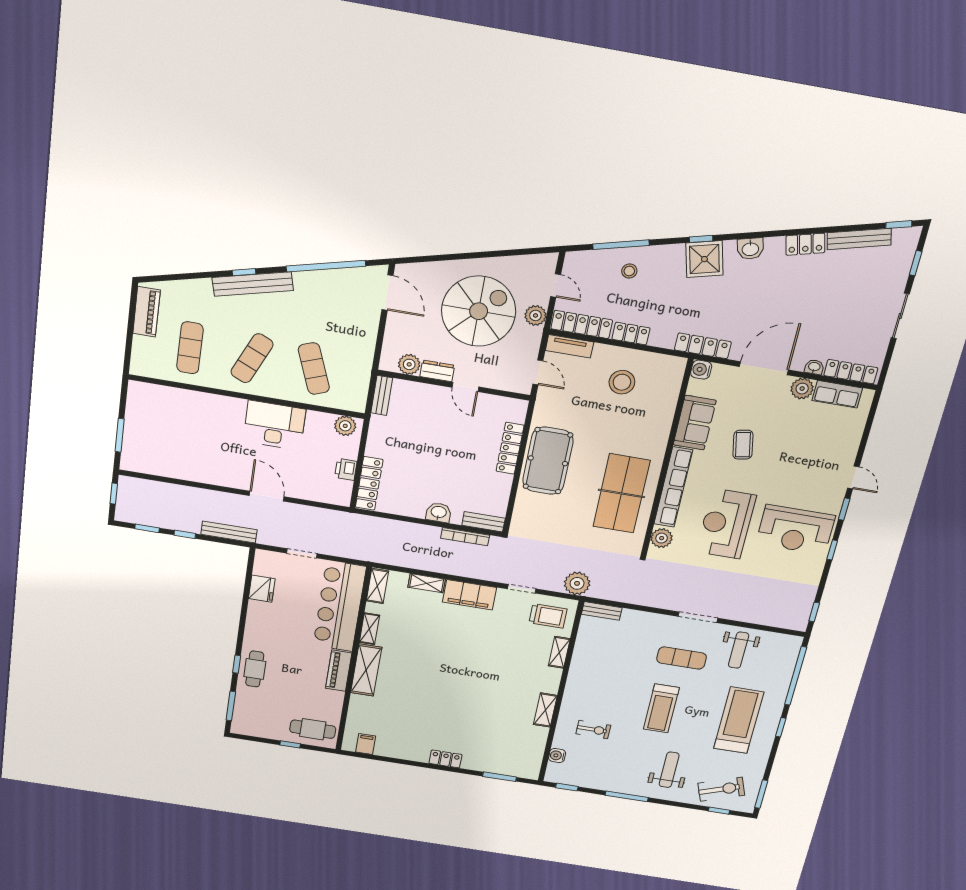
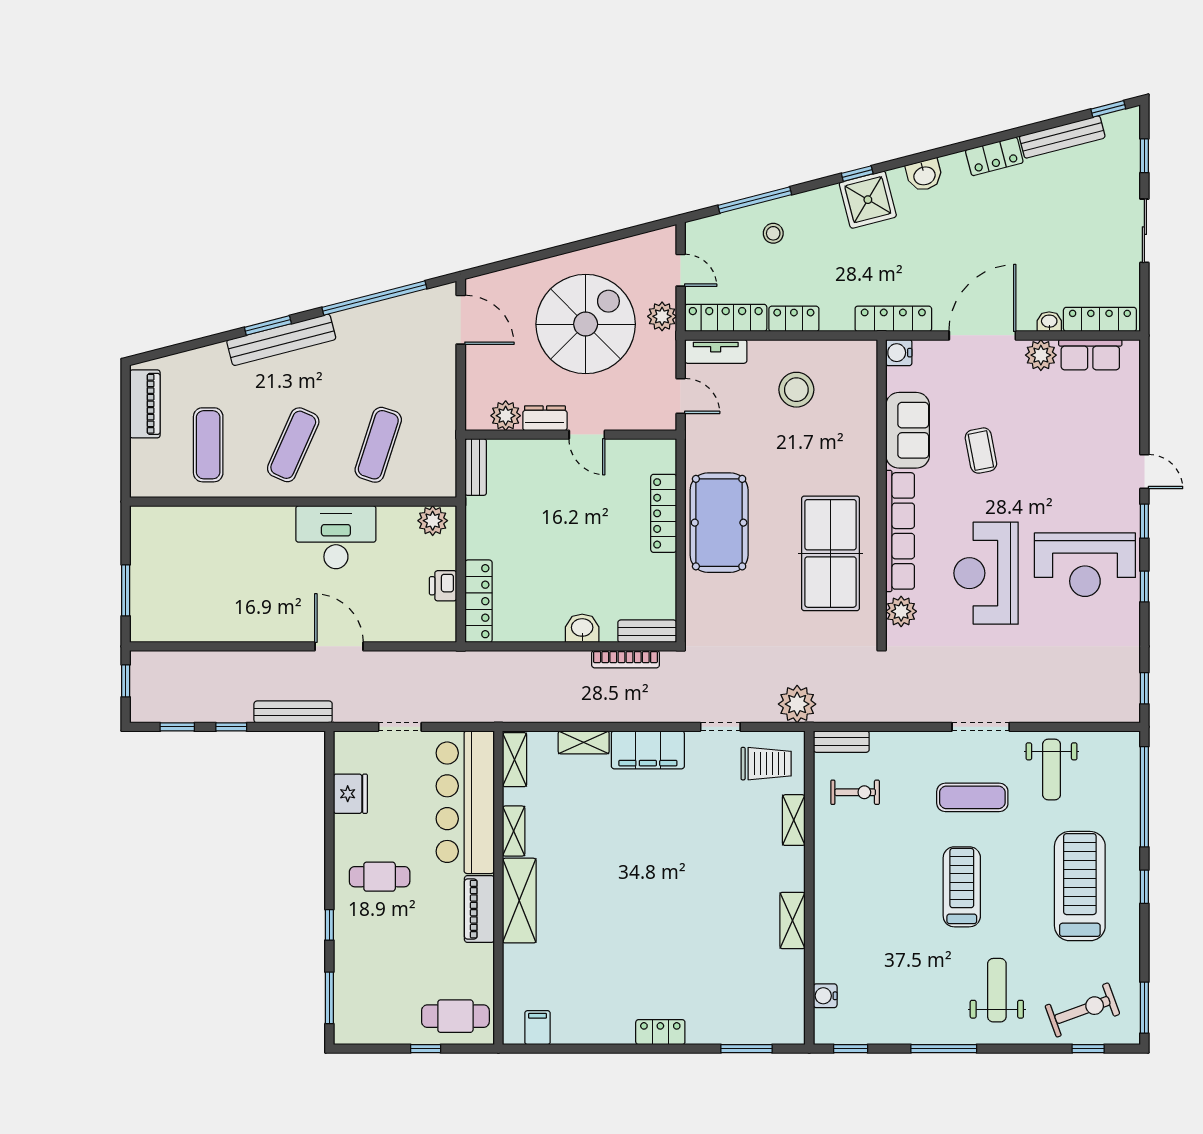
window: (244, 272) -> (268, 325), width x1.50
exercise mat: (314, 369) -> (378, 445), turned 39
cafe table: (255, 669) -> (380, 877), moved, turned 90
treadmill: (661, 708) -> (962, 887), turned 180
exercise bike: (593, 730) -> (855, 792), moved

